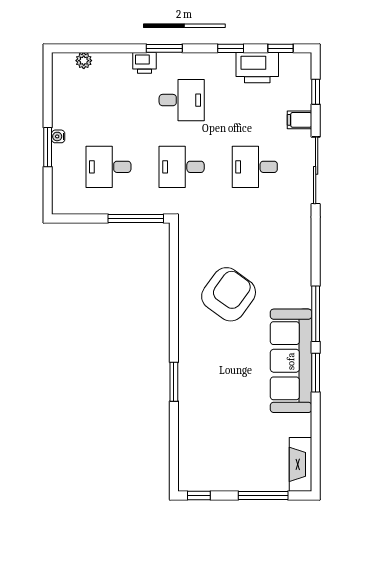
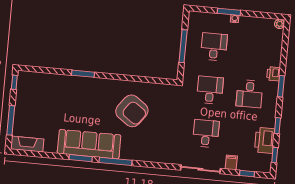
plant: (84, 61) -> (280, 24), moved
window: (136, 219) -> (183, 46), moved

